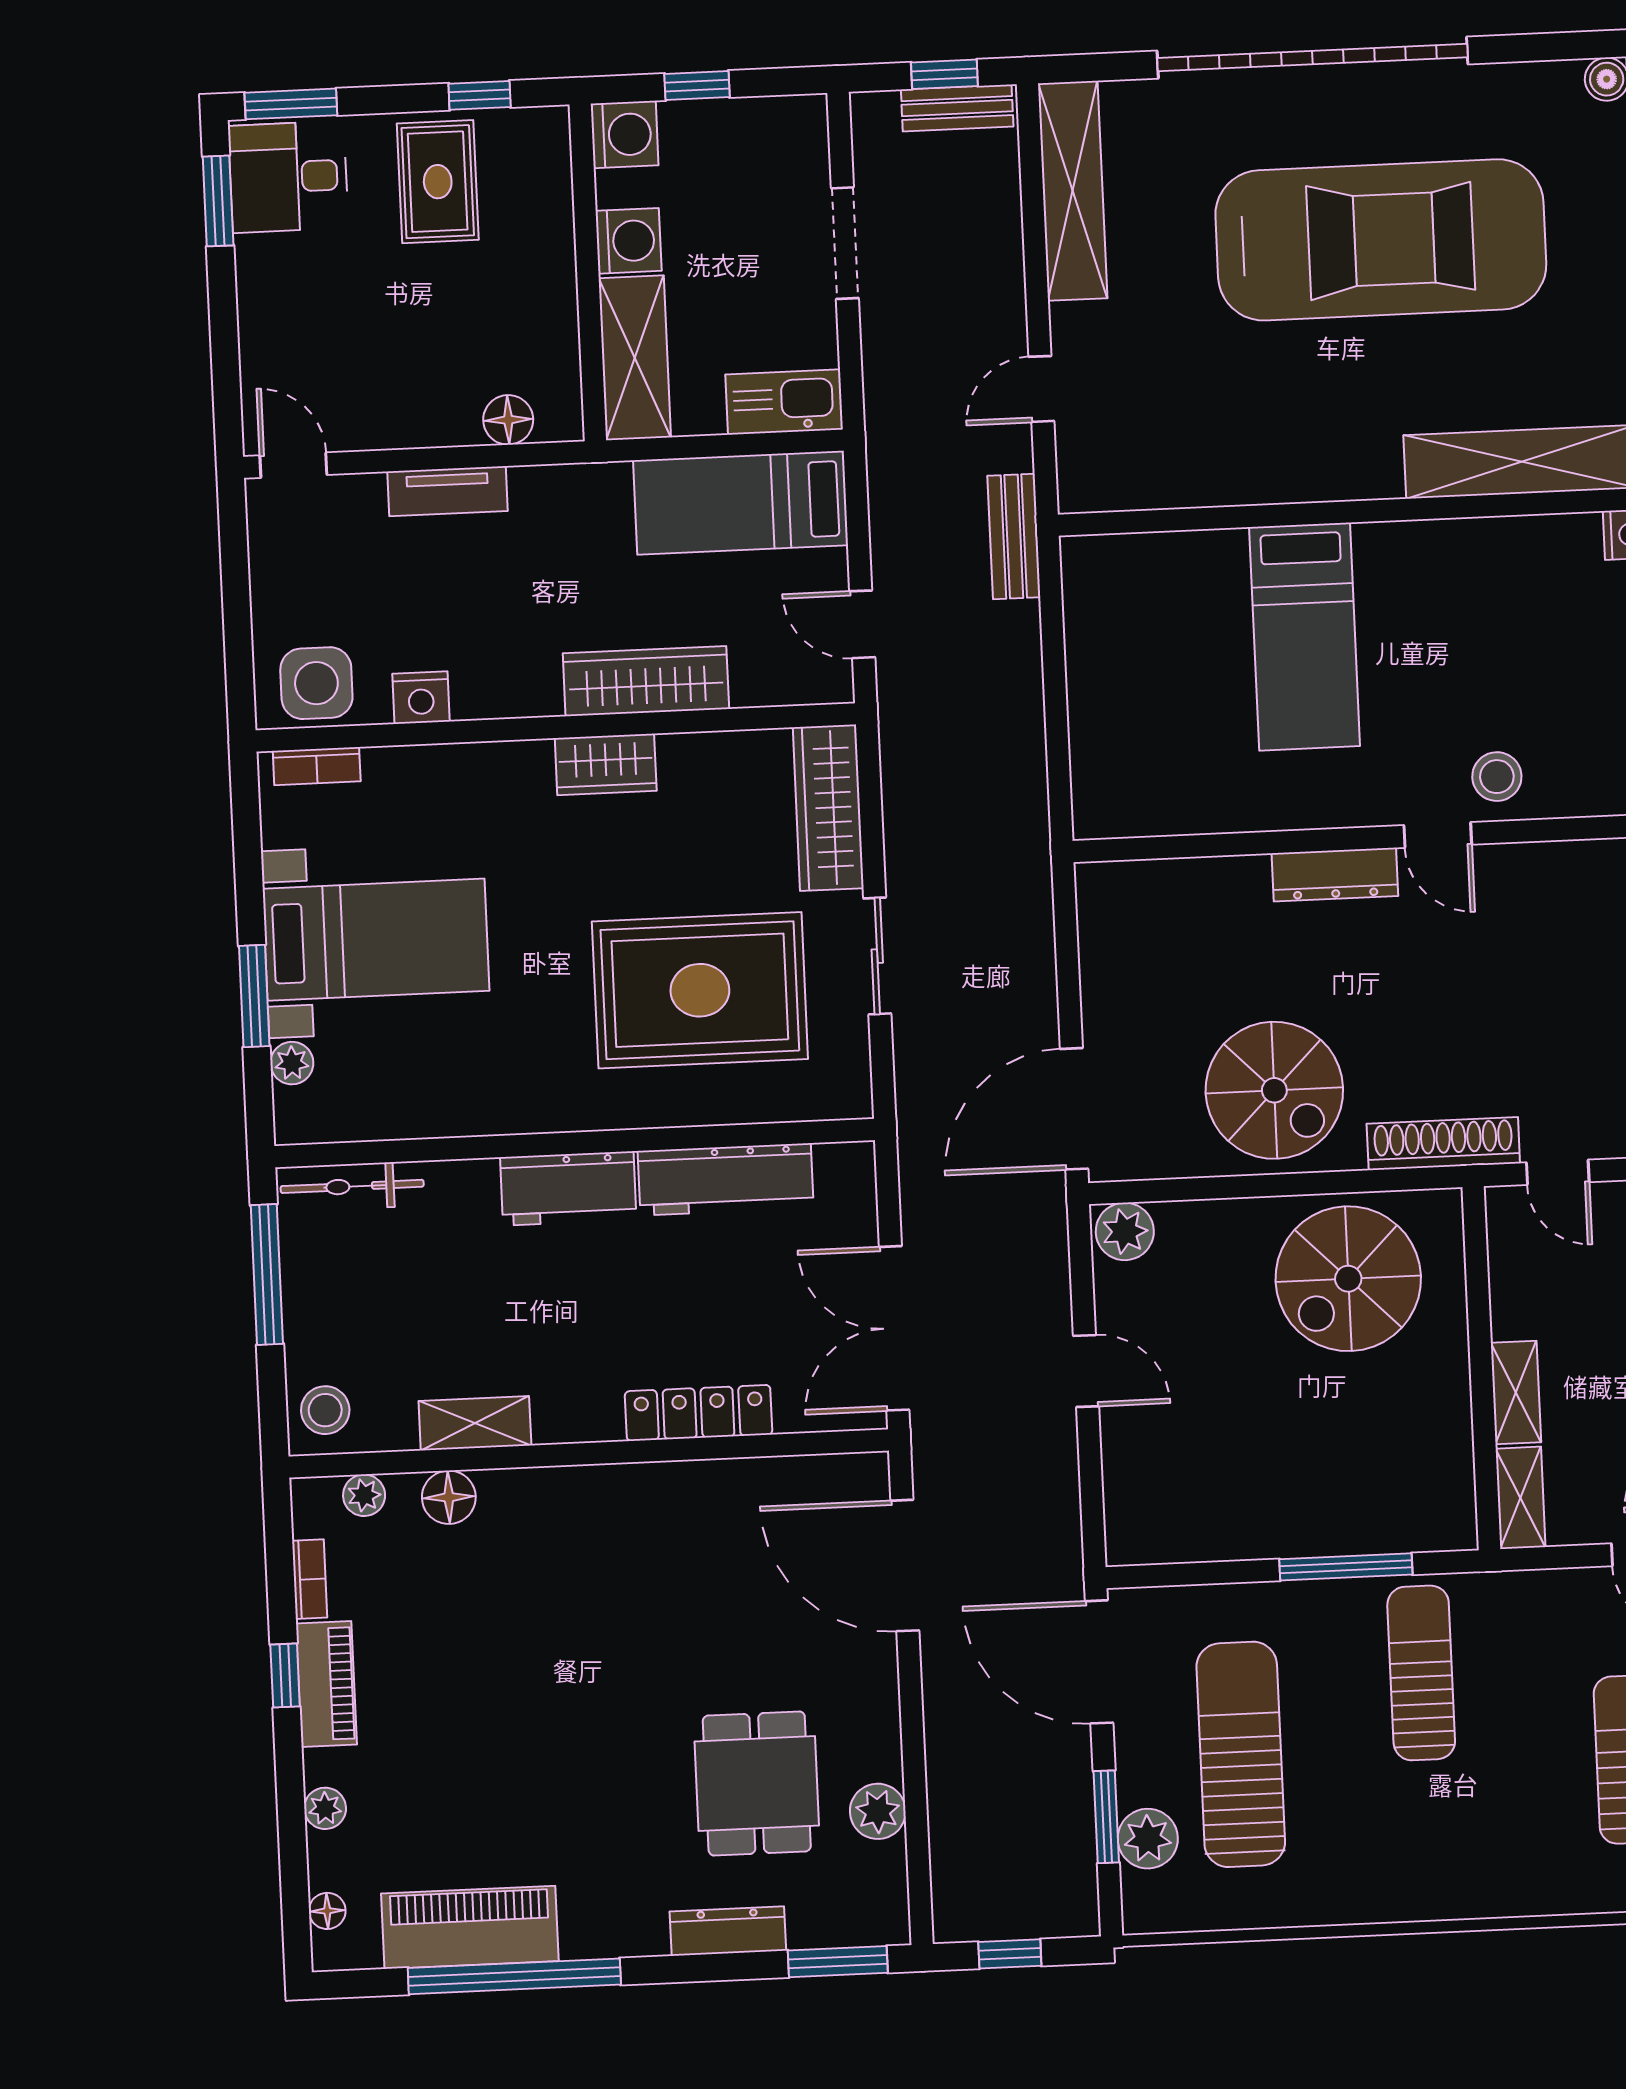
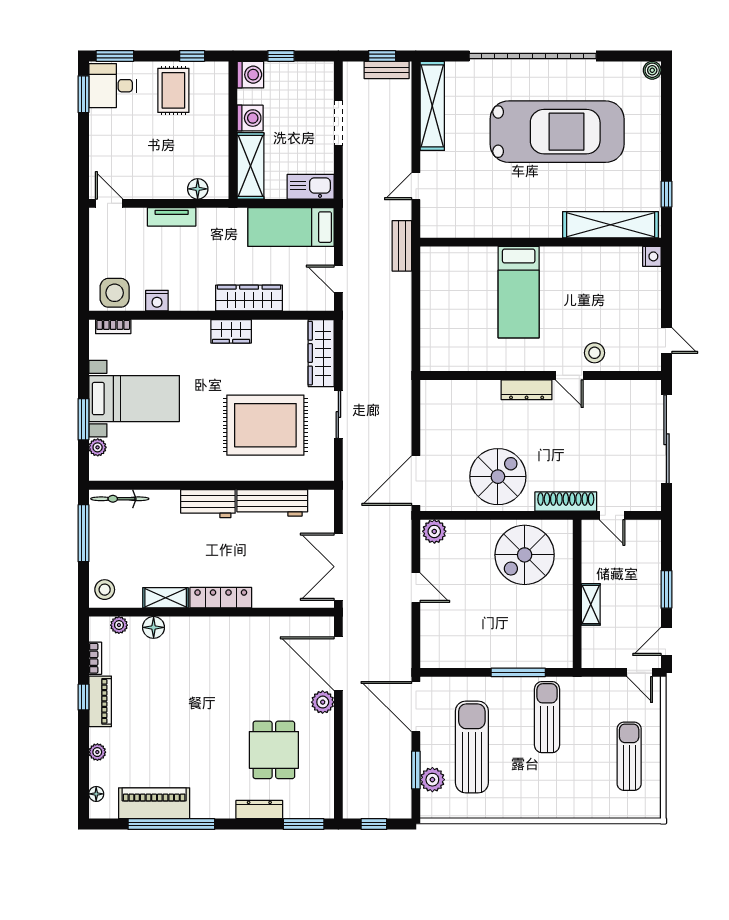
spiral stairs: (1274, 1090) -> (498, 477), turned -90
locker: (699, 1413) -> (221, 598), moved
shelving: (1520, 1498) -> (591, 648), removed
plant: (878, 1811) -> (323, 702), moved

